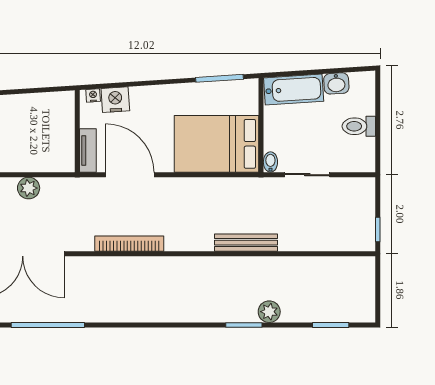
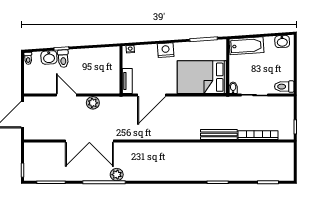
washbasin: (336, 83) -> (282, 41), moved
nightstand: (115, 100) -> (166, 50), moved
toilet: (359, 126) -> (284, 87), moved
door: (130, 175) -> (152, 95), swing flipped
bookcase: (129, 244) -> (258, 135), moved
plant: (269, 312) -> (117, 175), moved

